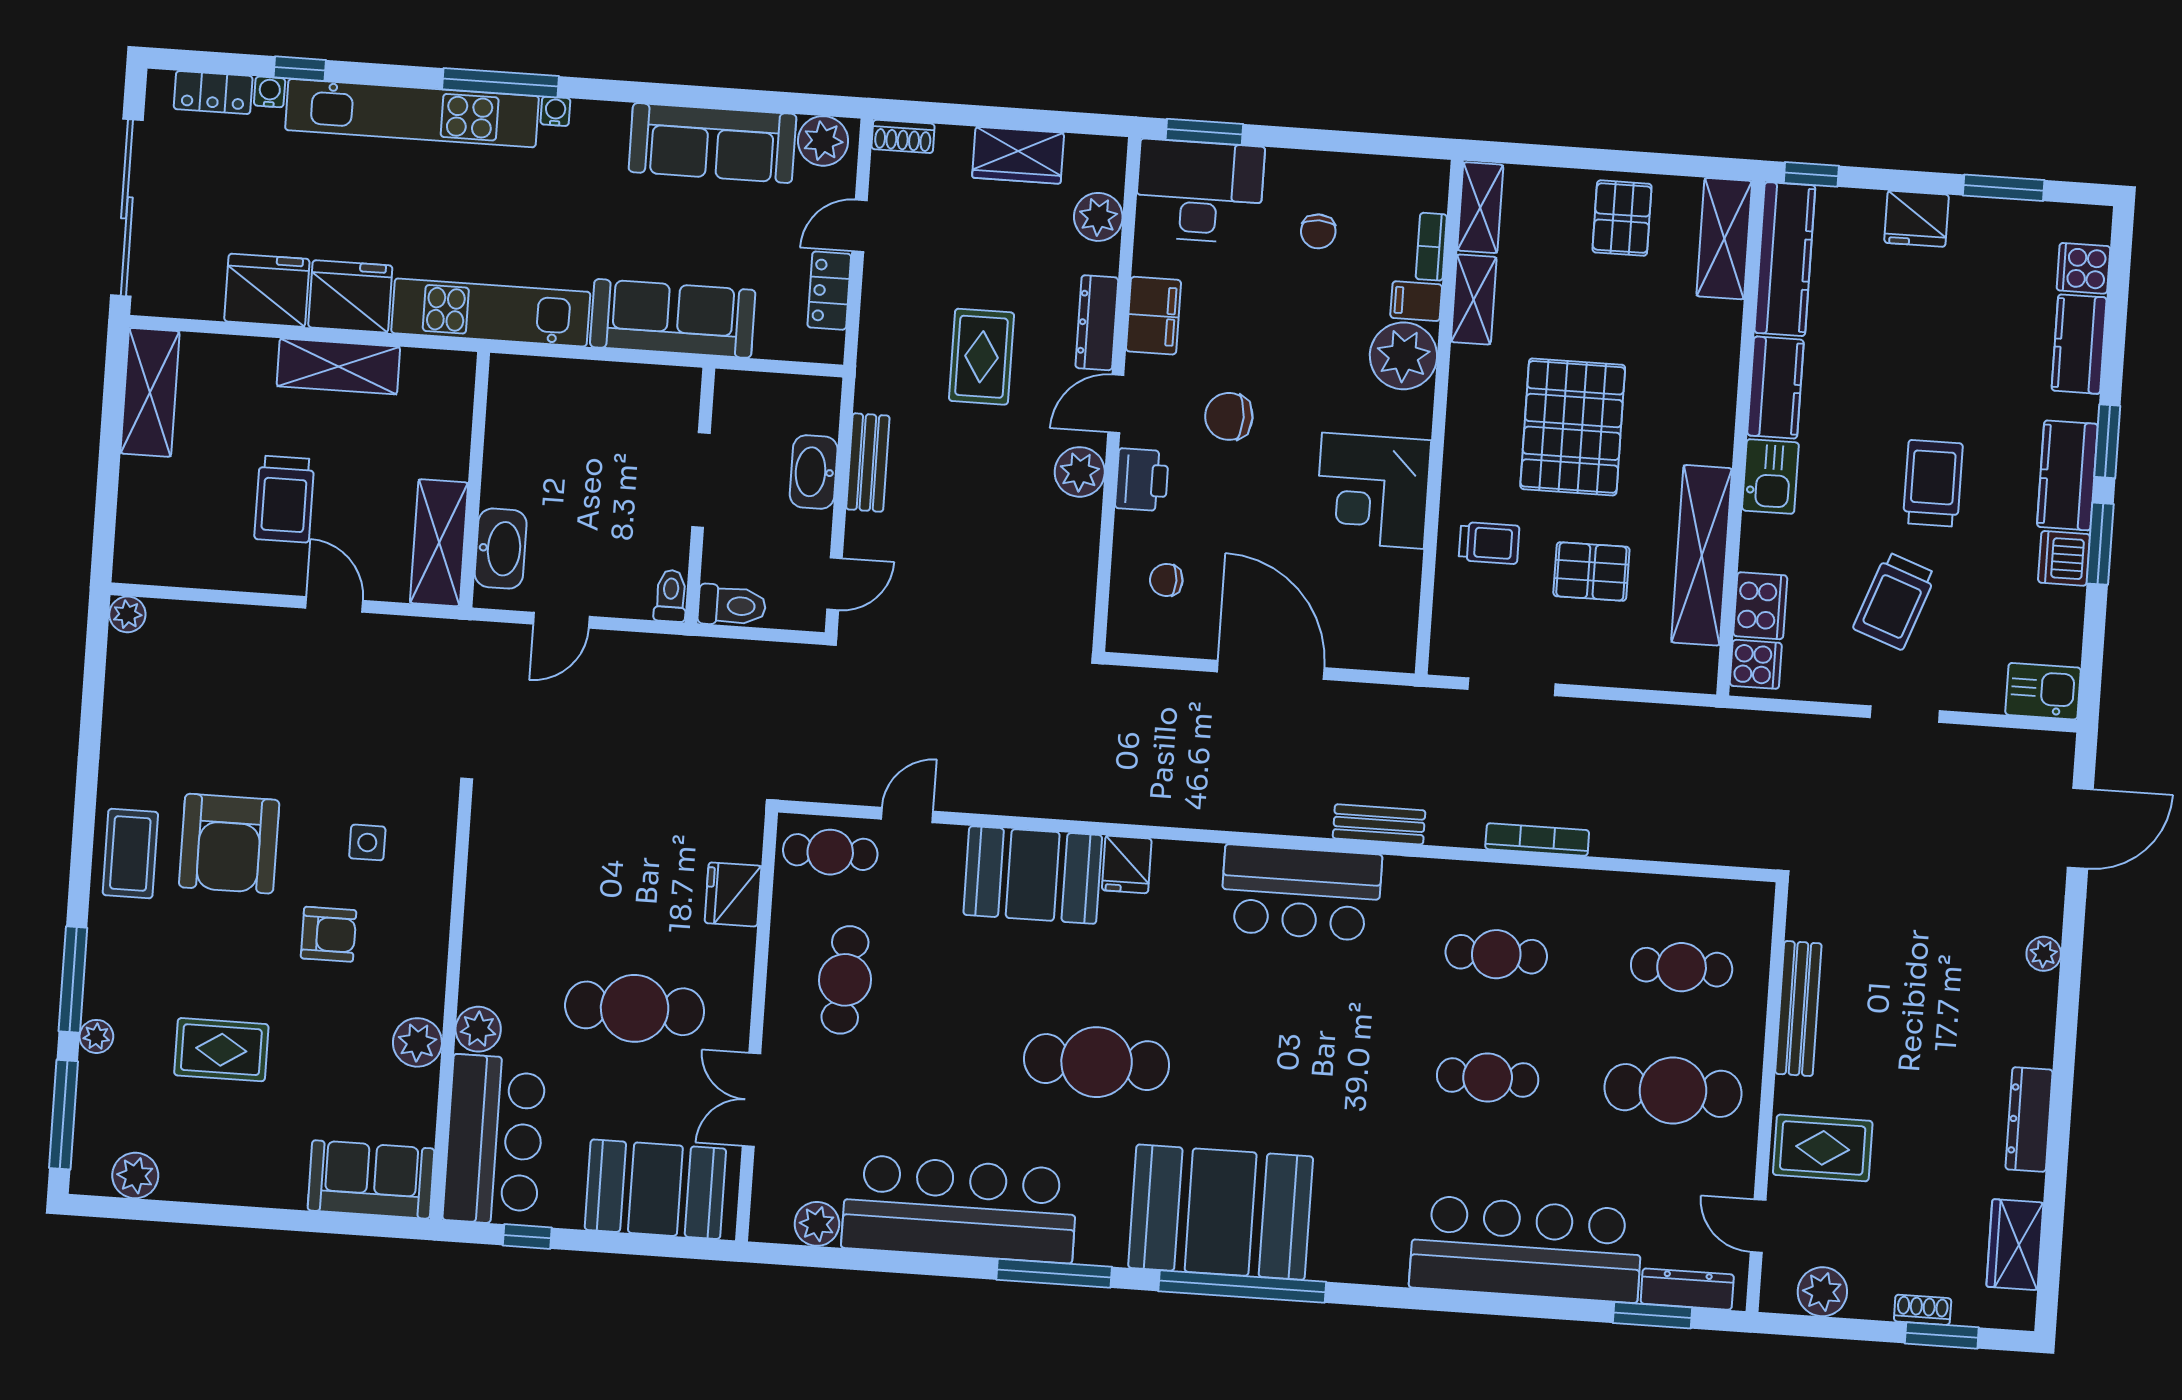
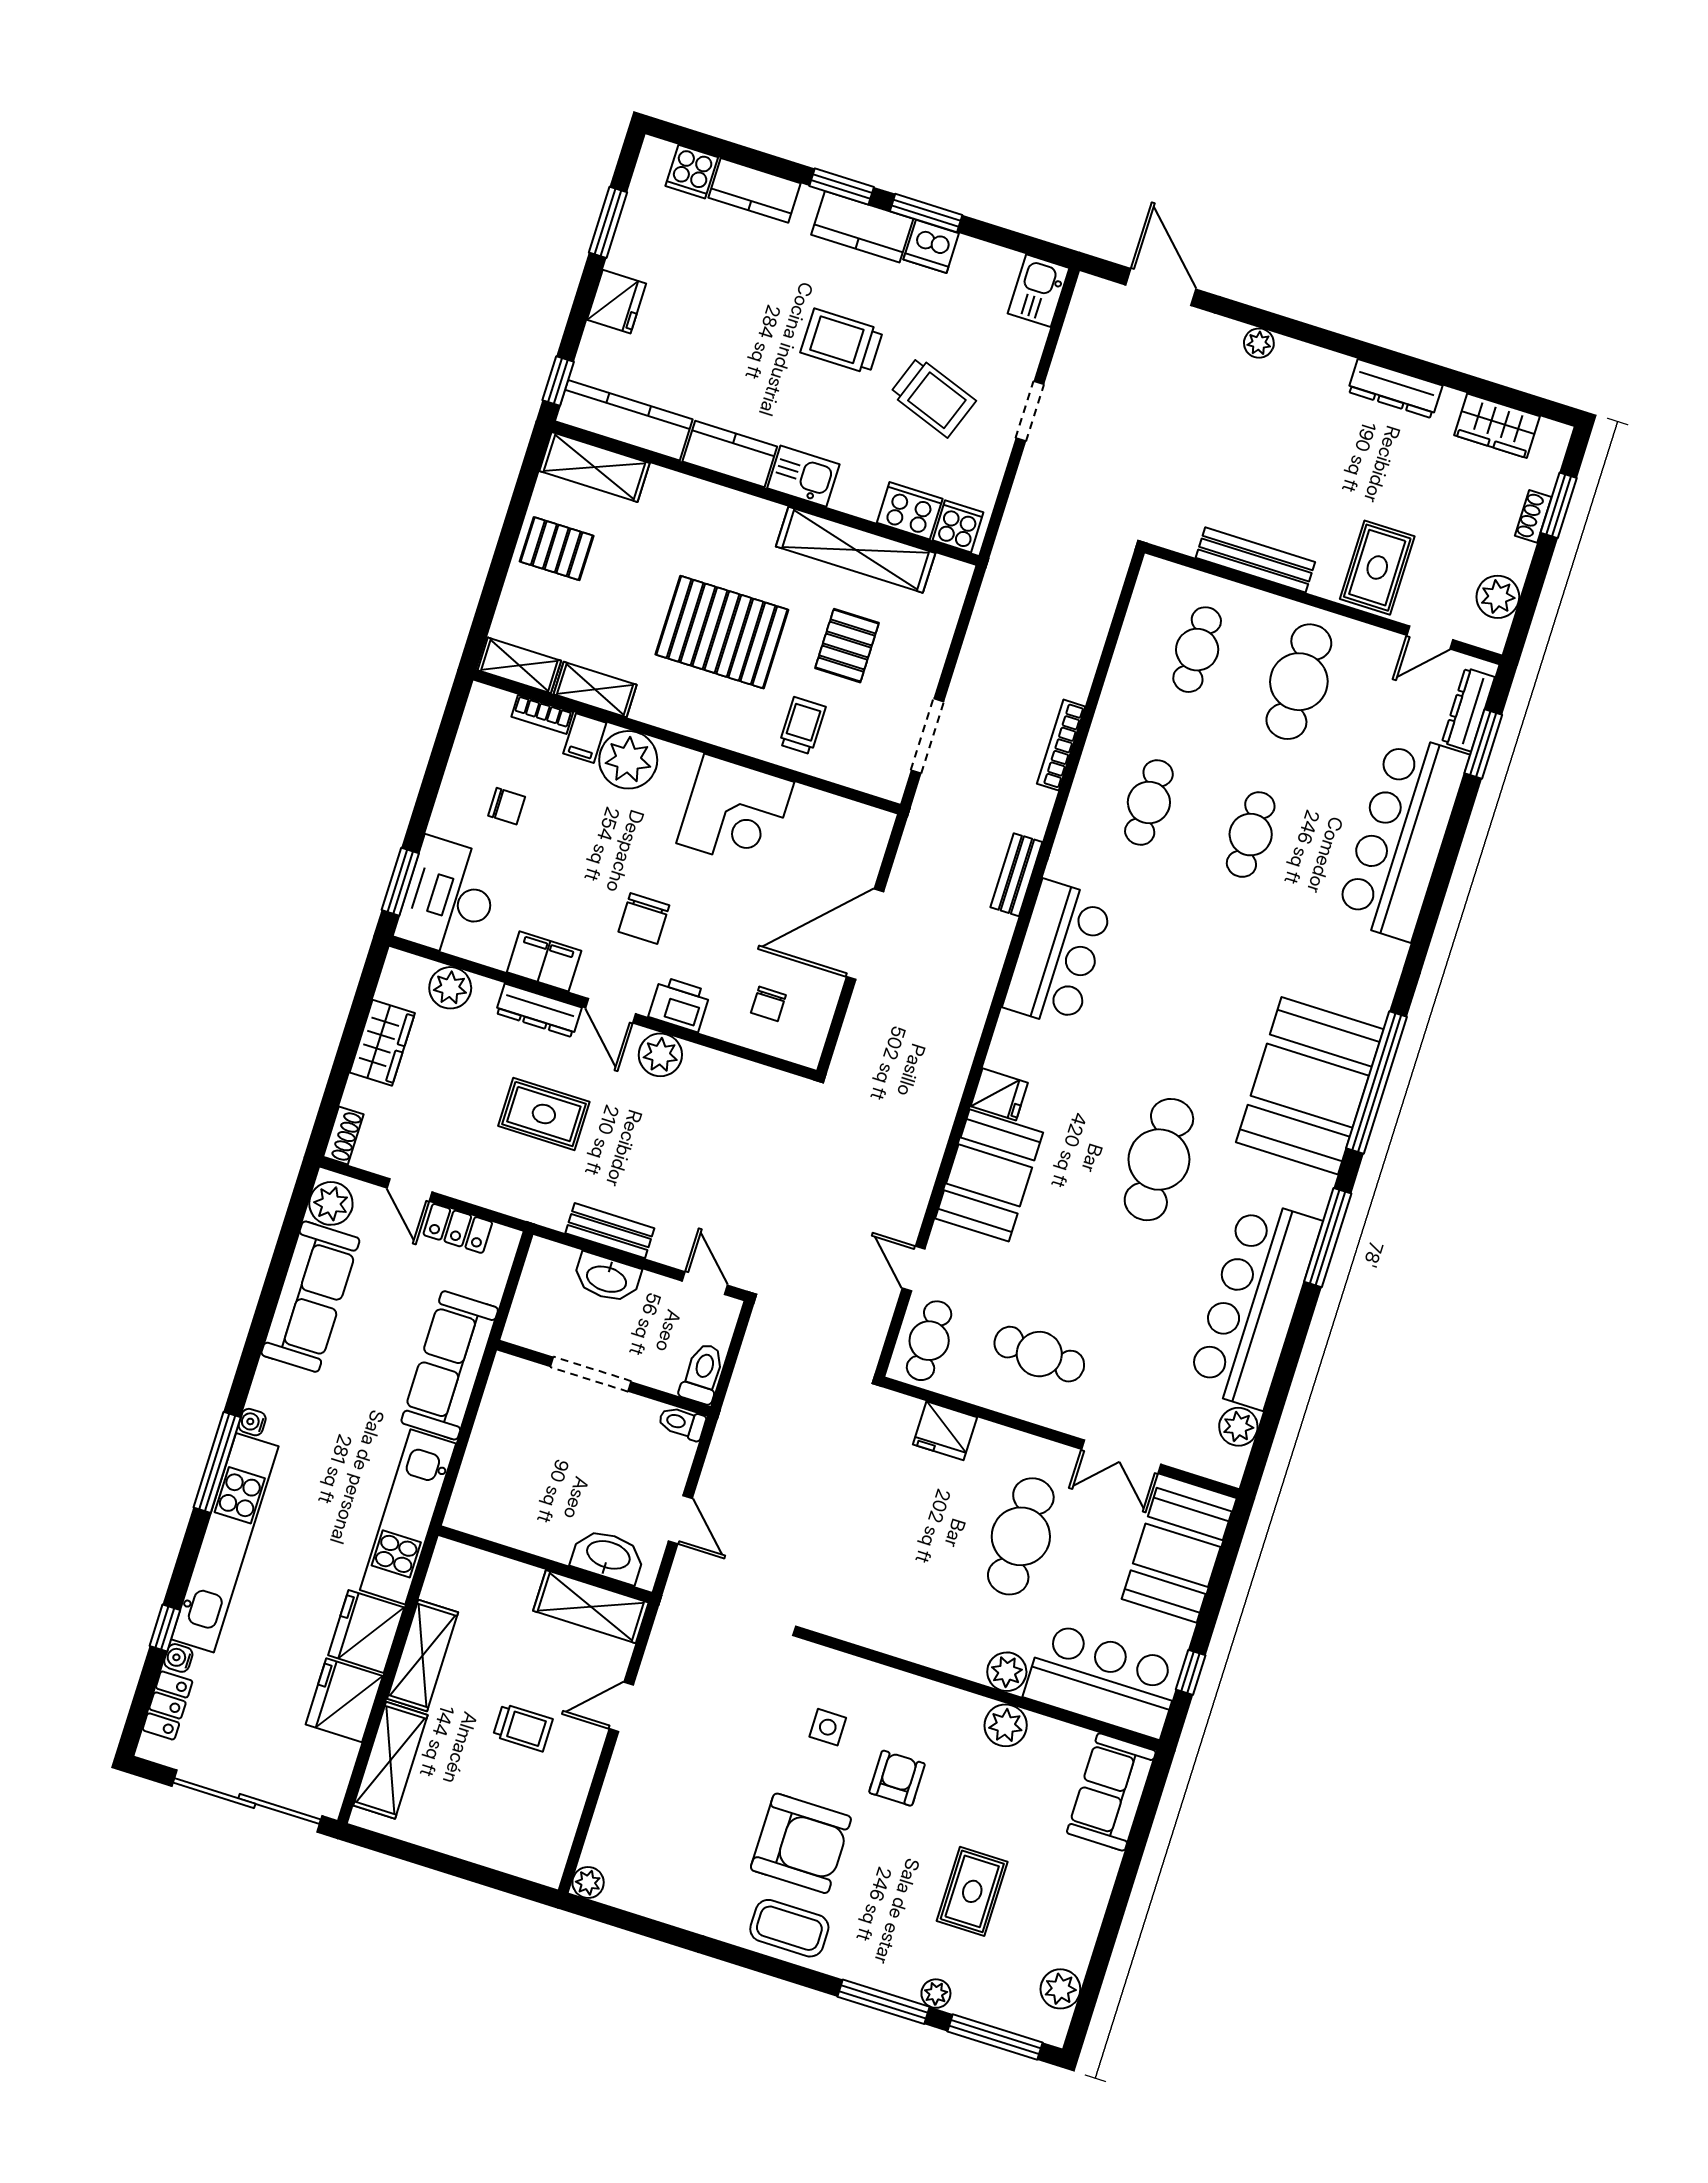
shelving: (150, 392) -> (391, 1760), moved, turned 90
trolley: (284, 499) -> (523, 1728), width x0.73, depth x0.72

